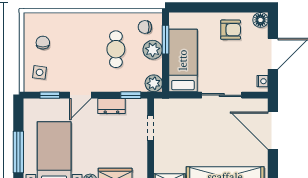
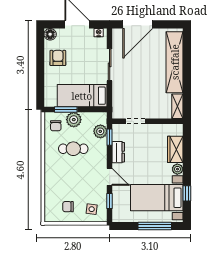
plant: (154, 83) -> (100, 131), moved

